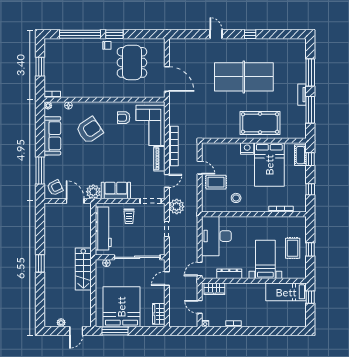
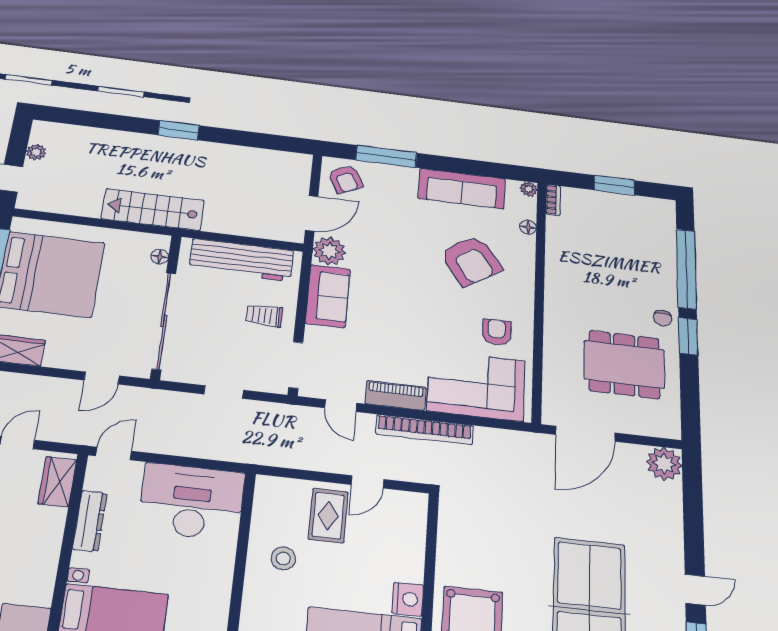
door: (216, 34) -> (695, 590), moved
plant: (177, 207) -> (664, 464), moved
door: (200, 269) -> (114, 453), hinge flipped
door: (167, 278) -> (102, 378), swing flipped

